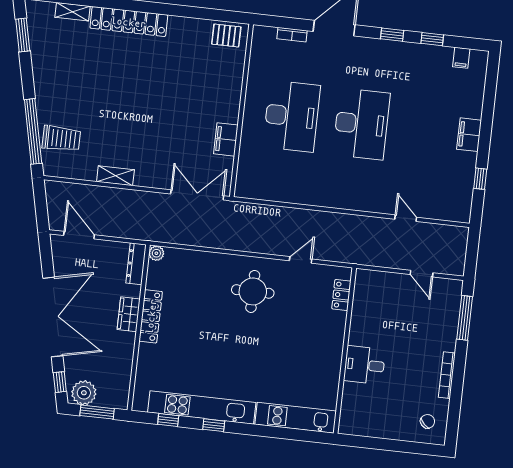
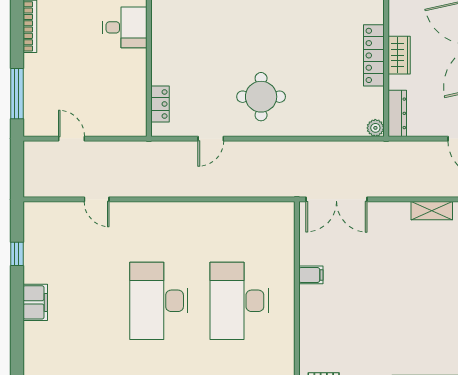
filing cabinet: (226, 139) -> (311, 275), width x0.50

